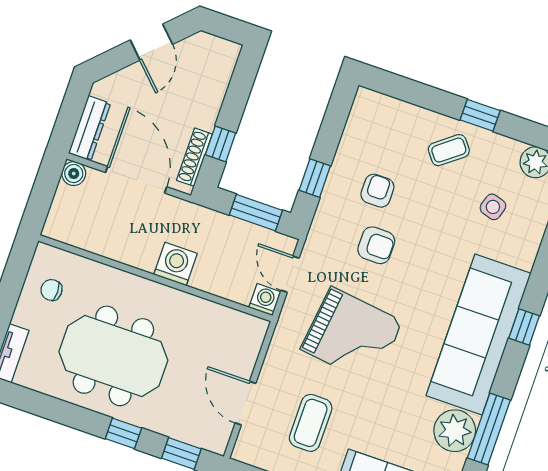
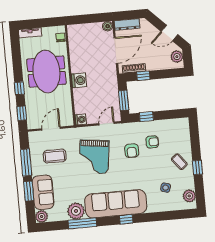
plant: (212, 49) -> (177, 57), added
washing machine: (175, 264) -> (79, 80), moved
wall: (155, 278) -> (70, 75), moved
washing machine: (265, 300) -> (81, 120), moved

